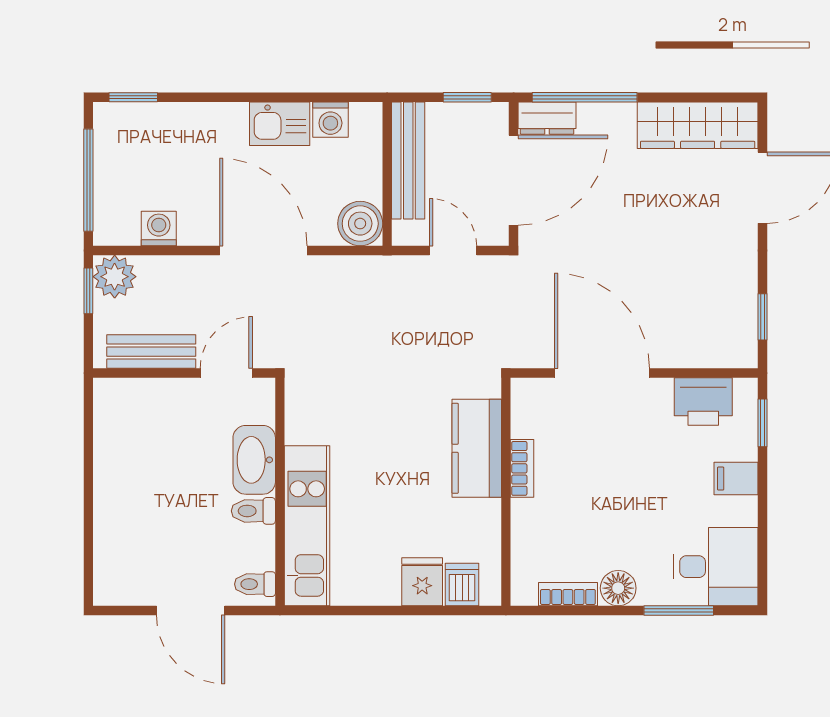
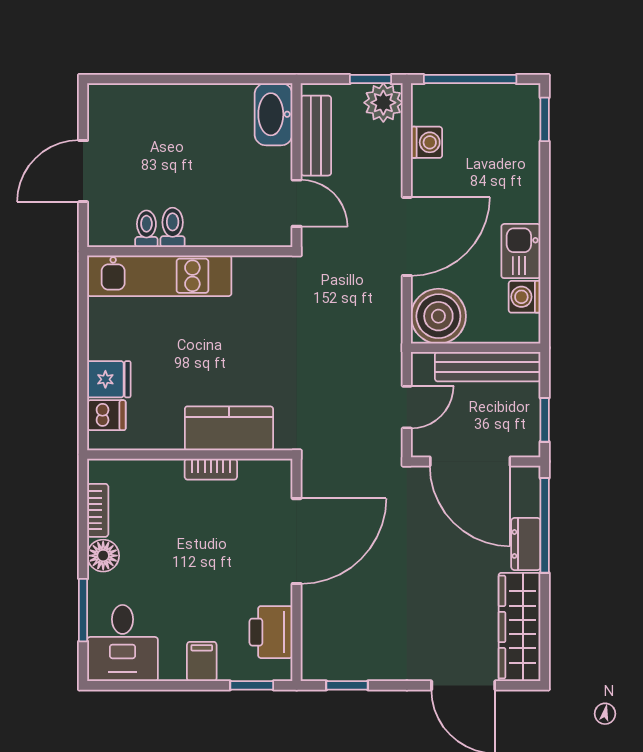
dresser: (547, 118) -> (526, 544), moved
boiler: (360, 224) -> (438, 316), width x1.37, depth x1.37
washbasin: (254, 460) -> (273, 114), moved, turned -90
toilet: (255, 584) -> (146, 229), moved

